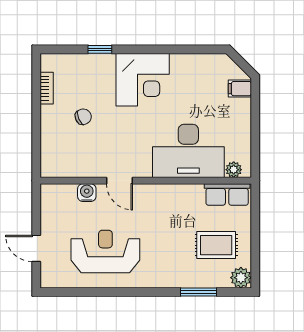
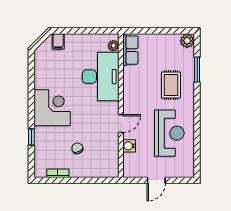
rug: (216, 245) -> (171, 85), moved
door: (36, 248) -> (156, 180), moved
reception desk: (105, 251) -> (169, 133), turned 180

